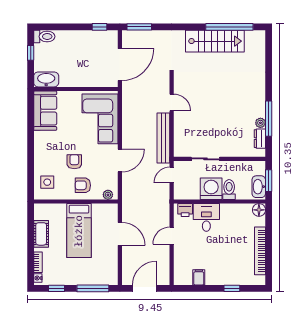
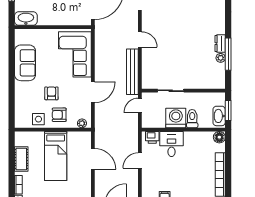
sofa: (45, 111) -> (25, 63), moved
dresser: (260, 139) -> (220, 44), moved
side table: (47, 182) -> (38, 119), moved

